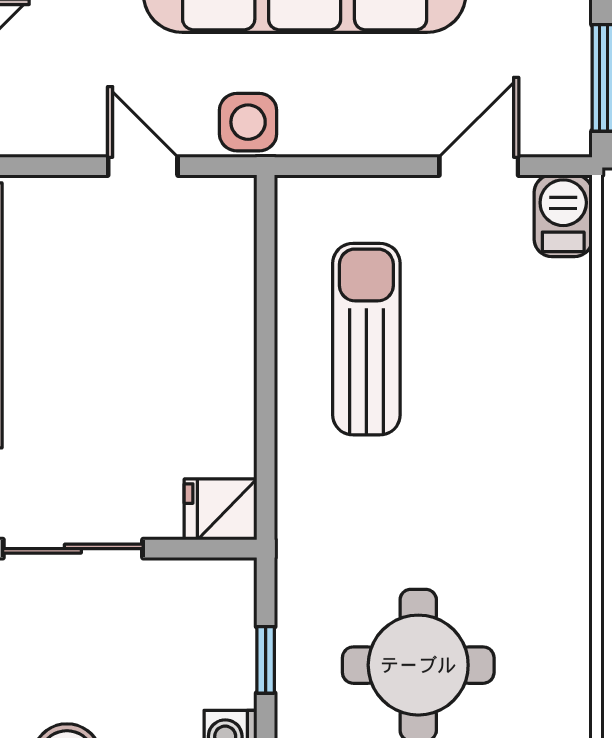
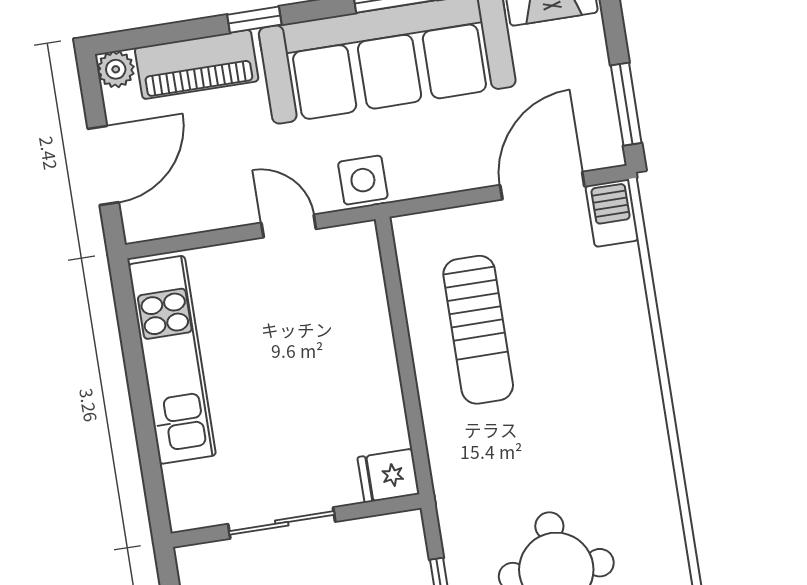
door: (479, 166) -> (542, 186), width x1.37
sun lounger: (366, 339) -> (478, 330), turned 180

